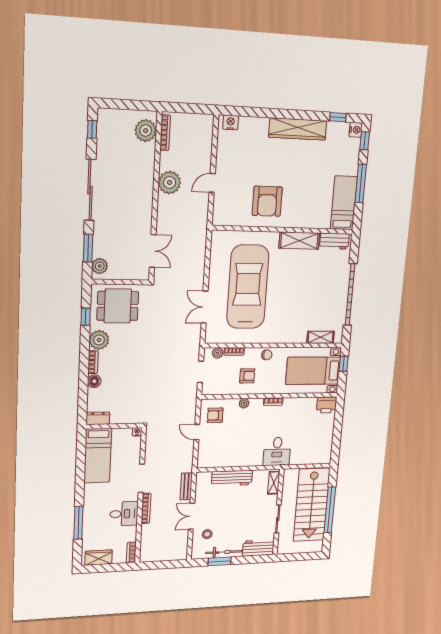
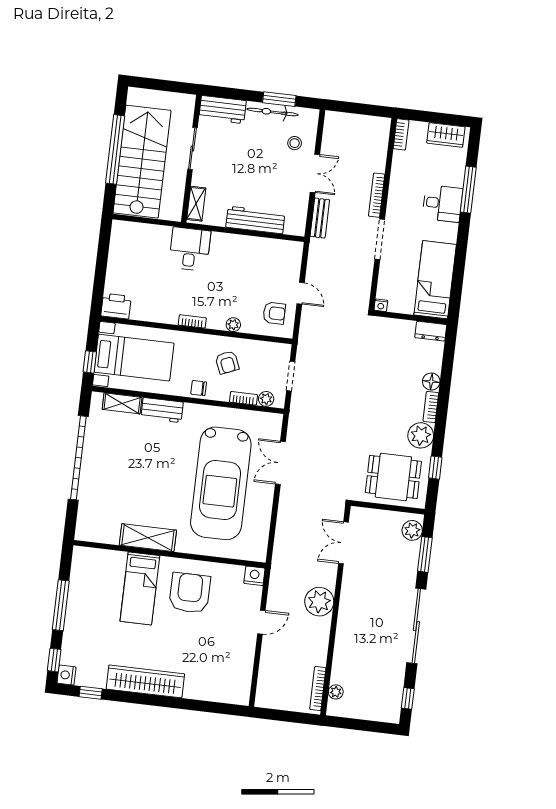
nightstand: (231, 122) -> (254, 576), moved, turned 180
plant: (146, 131) -> (336, 692), width x0.53, depth x0.53
plant: (170, 182) -> (319, 602), moved
bed: (344, 203) -> (140, 588), moved
workbench: (334, 241) -> (162, 410), moved, turned 180
double door: (205, 307) -> (280, 463), swing flipped
armchair: (247, 376) -> (227, 362), turned -113
desk: (124, 514) -> (442, 203), moved, turned 180

